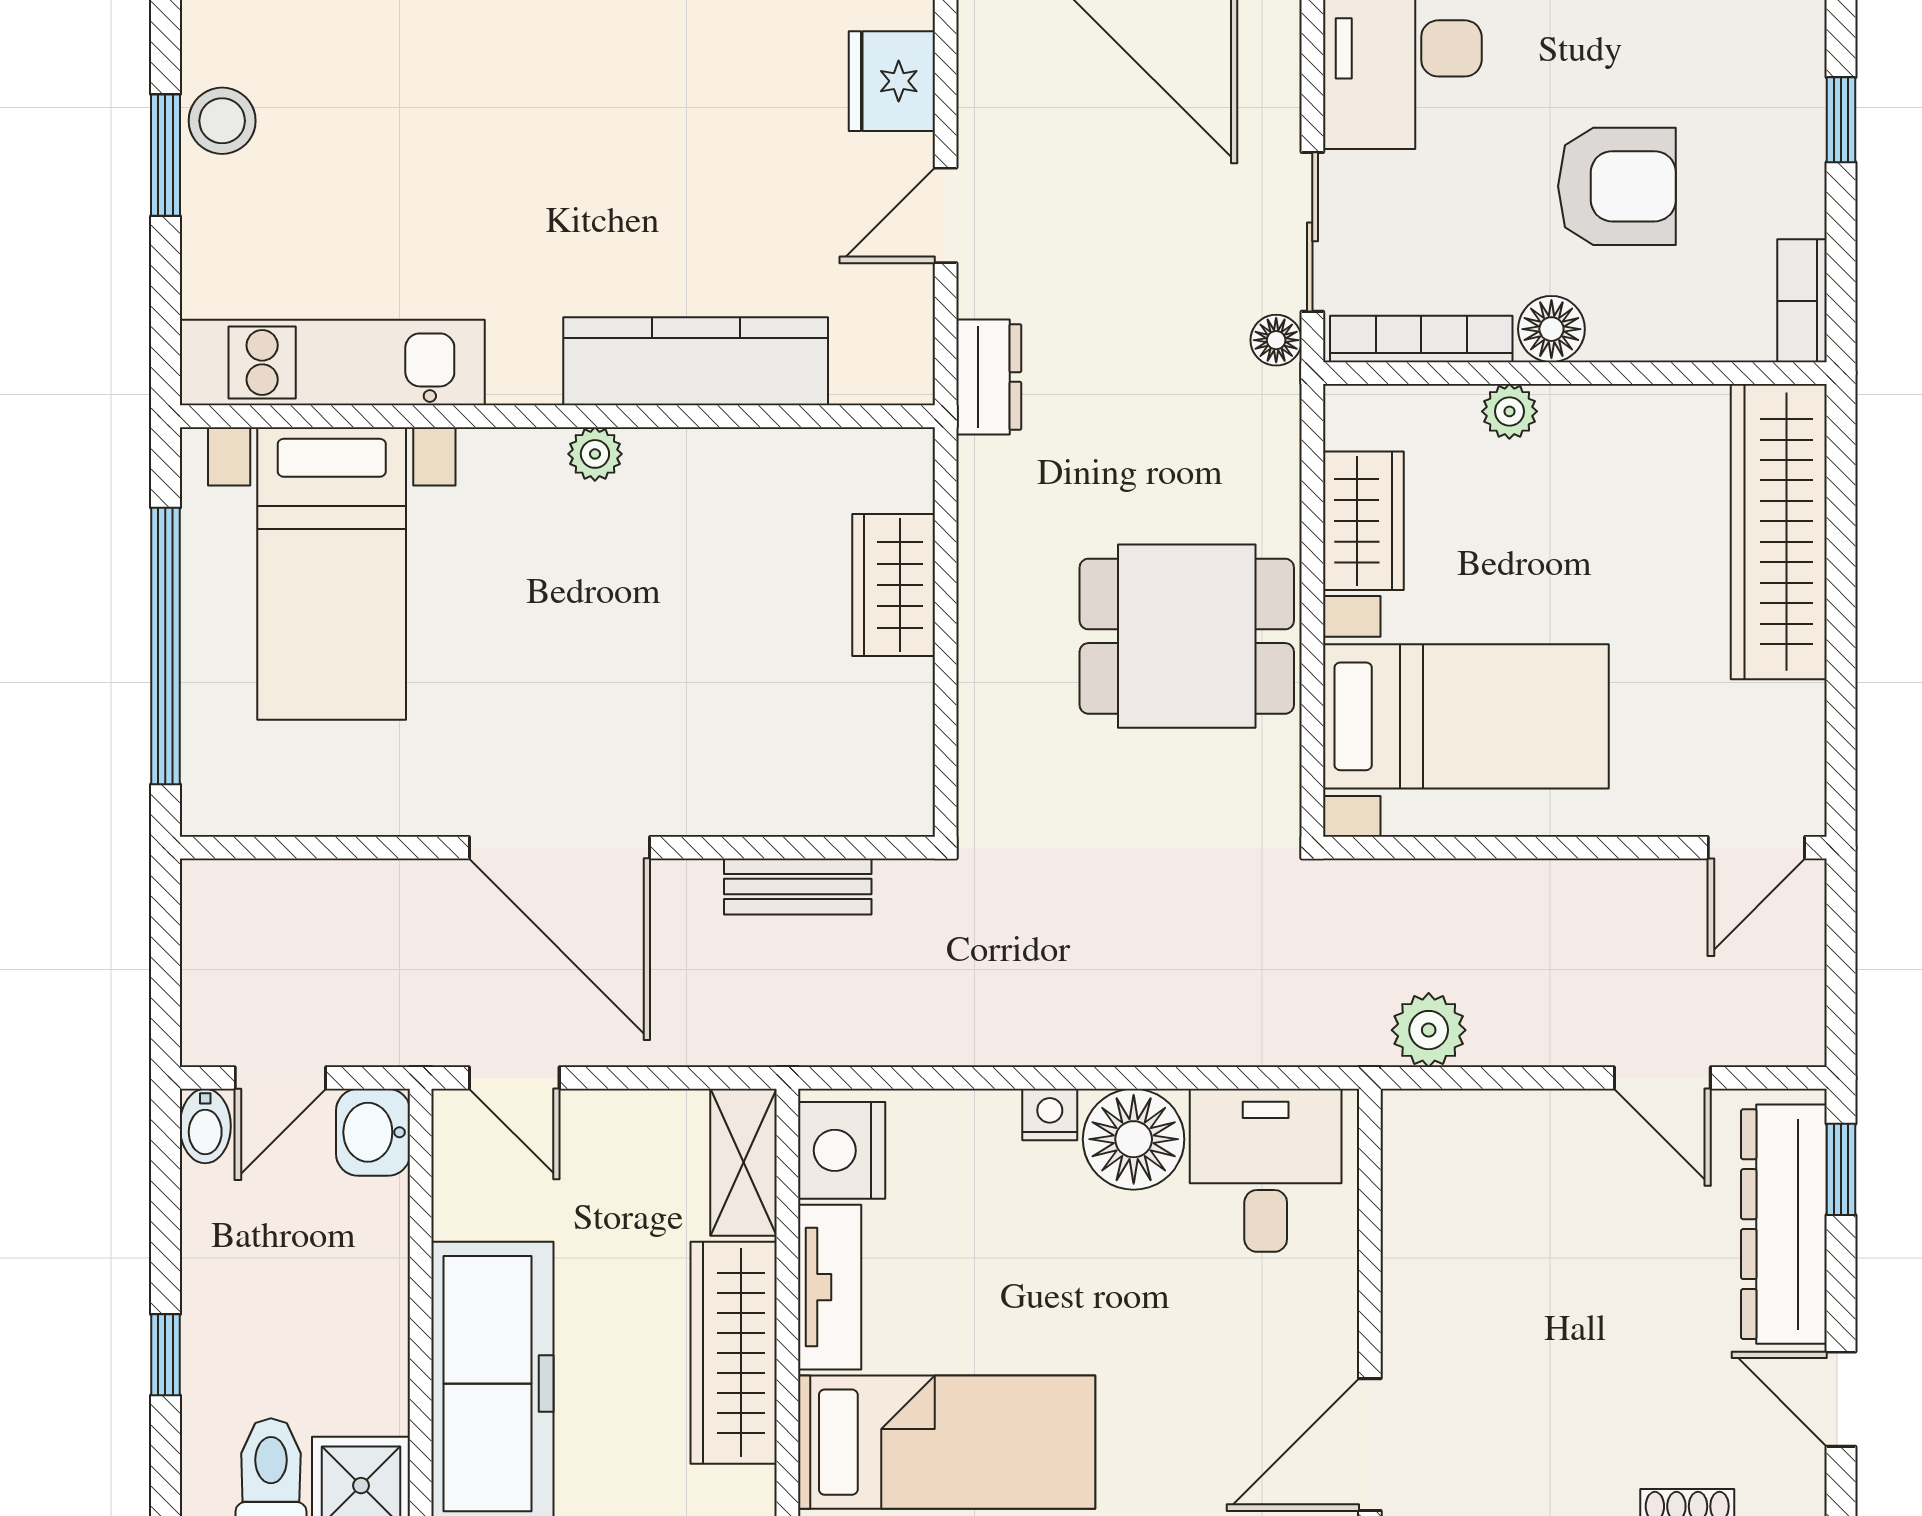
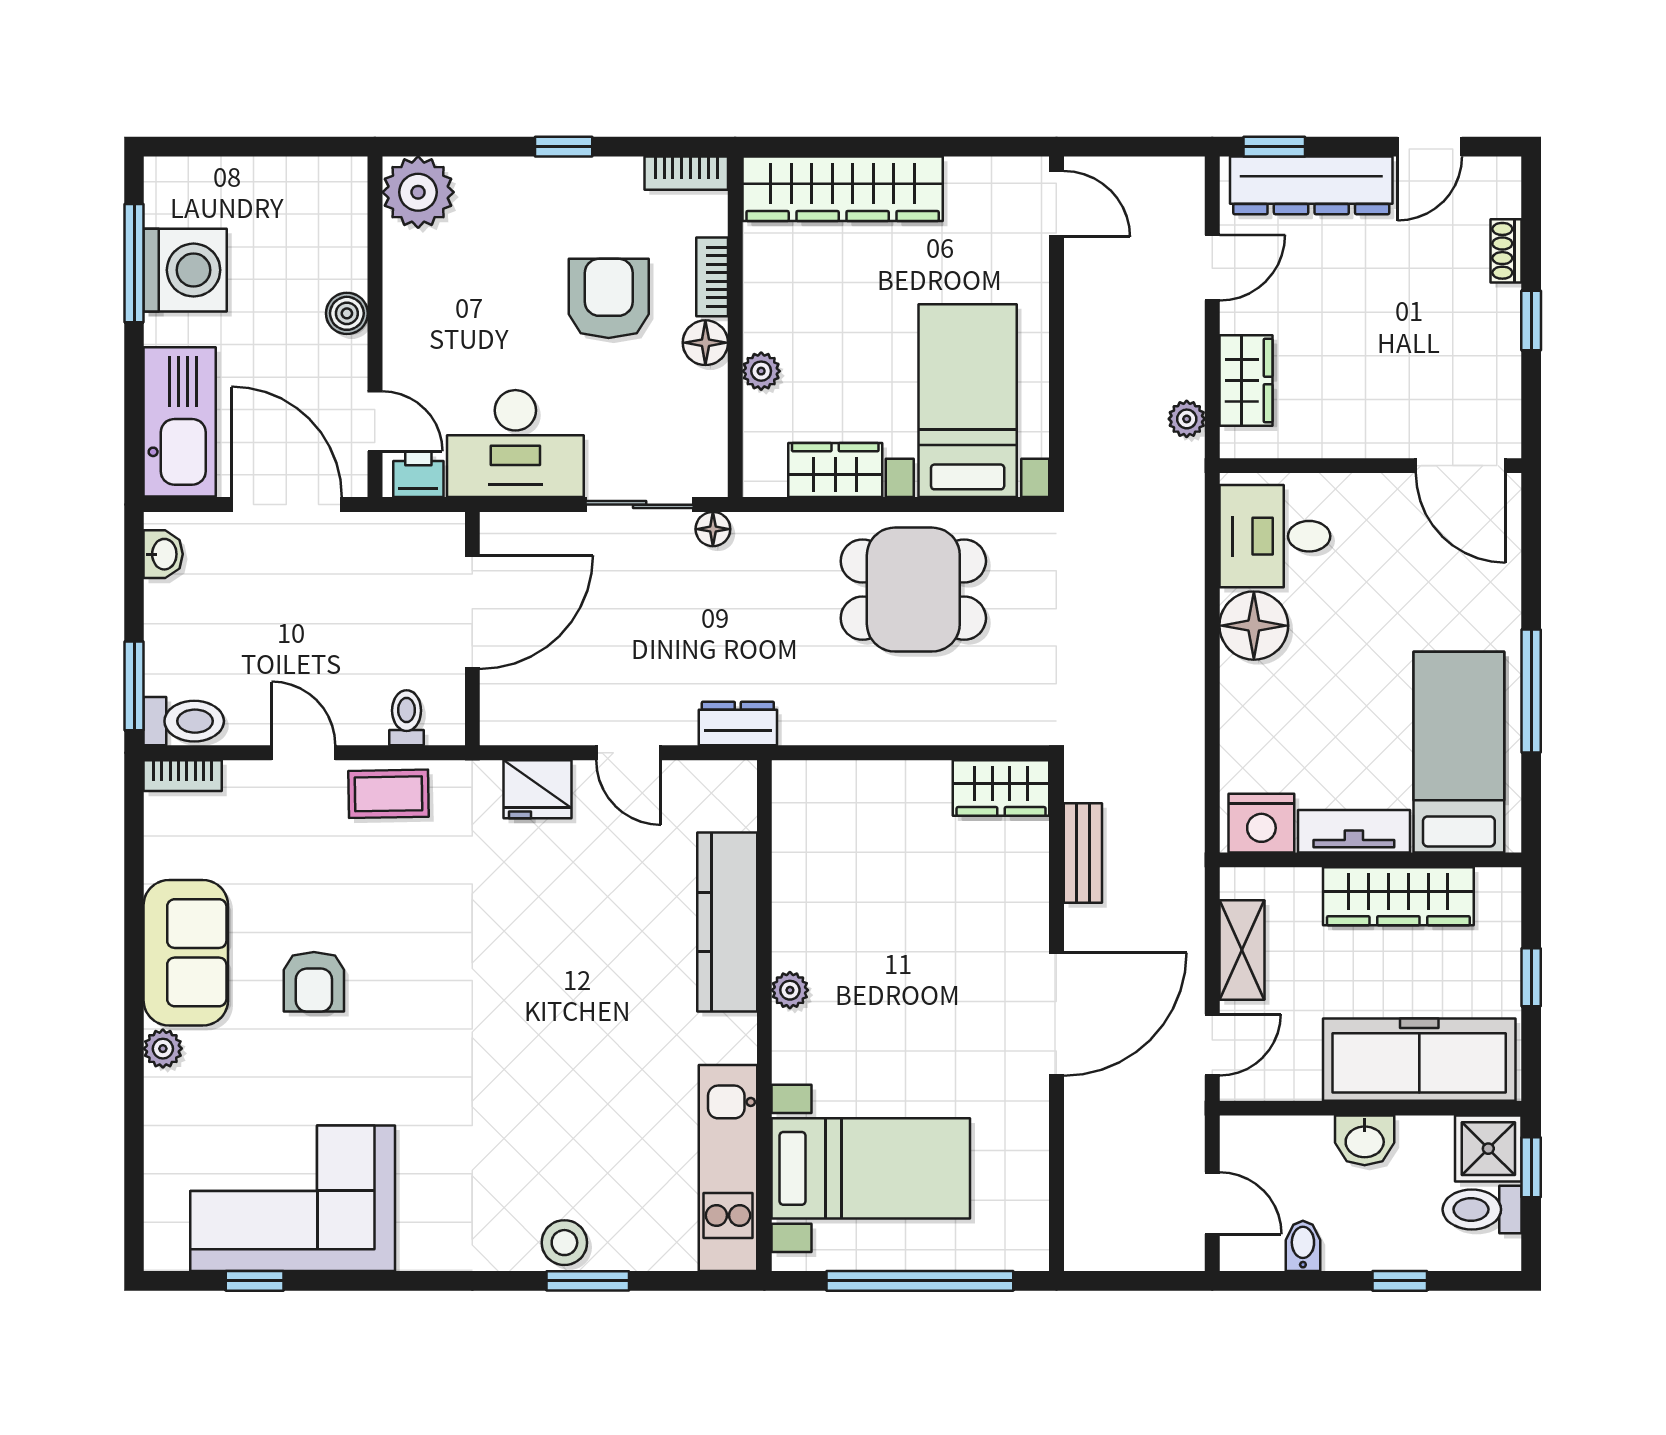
bookcase: (1421, 339) -> (712, 277), moved, width x0.64
wardrobe: (894, 585) -> (1001, 788), moved
dining table: (1187, 636) -> (913, 590), turned 90
plant: (1429, 1030) -> (1187, 419), width x0.73, depth x0.73
nightstand: (1050, 1115) -> (1237, 682), removed
bidet: (205, 1126) -> (1303, 1246), moved, turned -90
wardrobe: (1496, 1128) -> (1246, 380), added
washbasin: (373, 1132) -> (1365, 1140), moved
shelving: (744, 1162) -> (1242, 950), moved, turned 90

